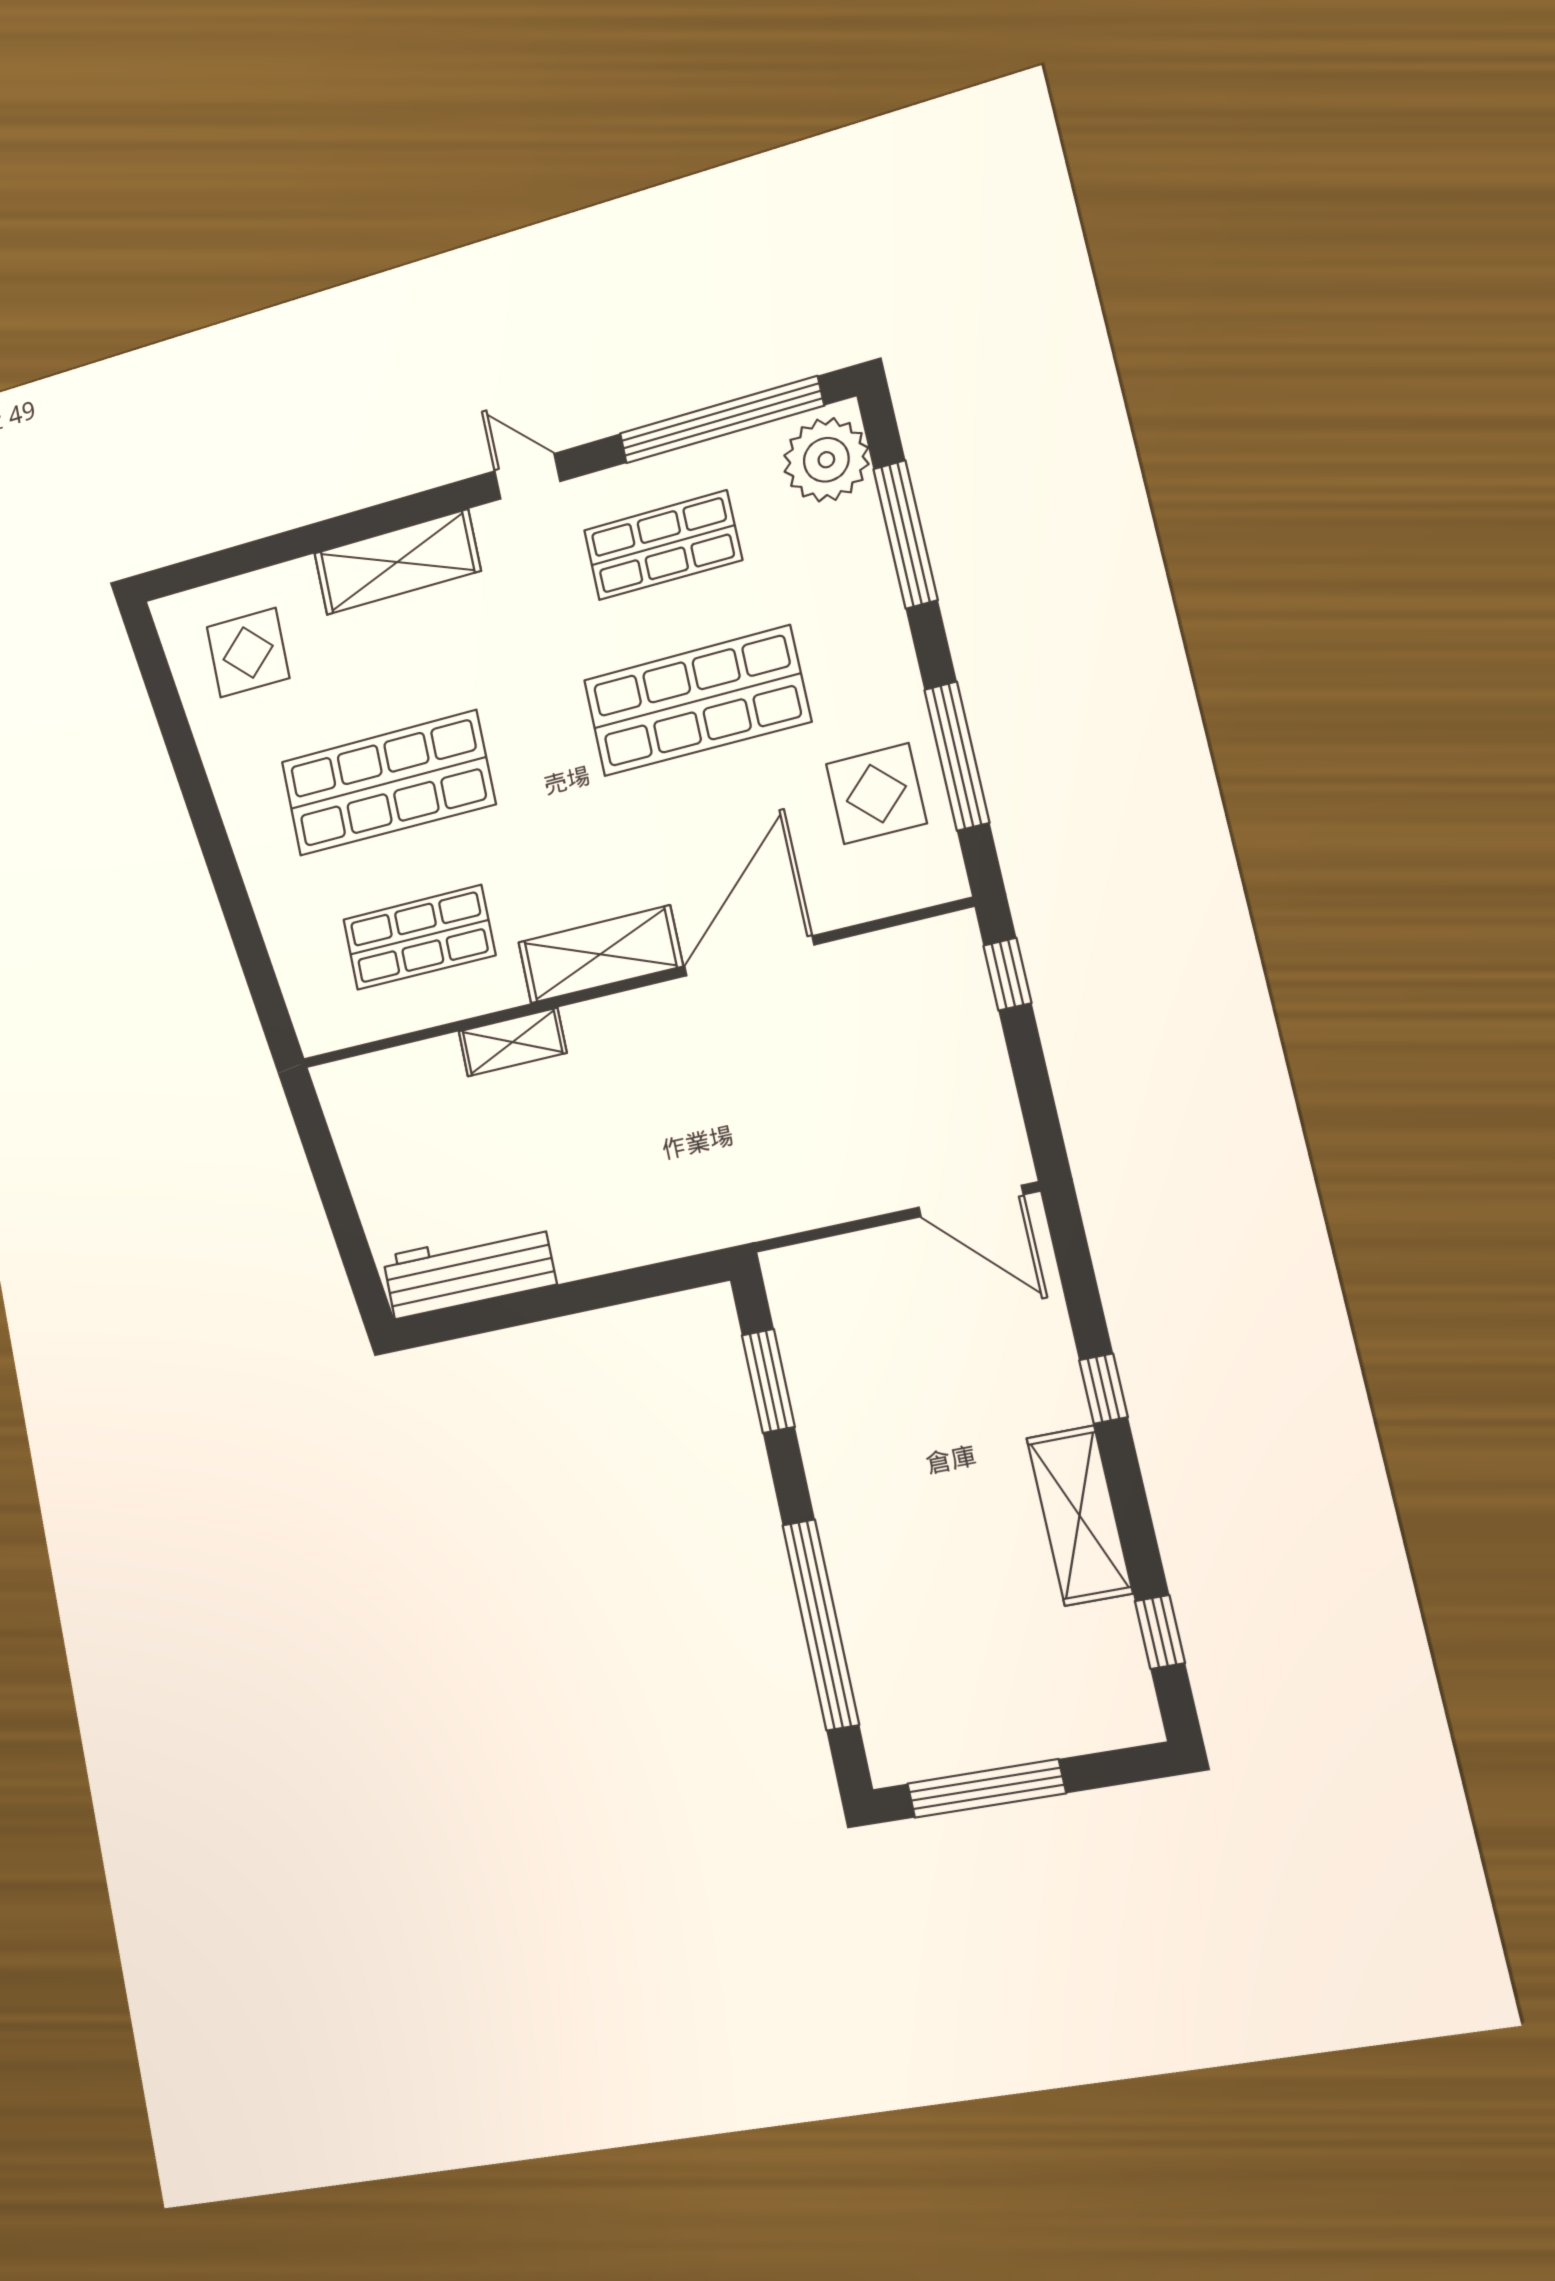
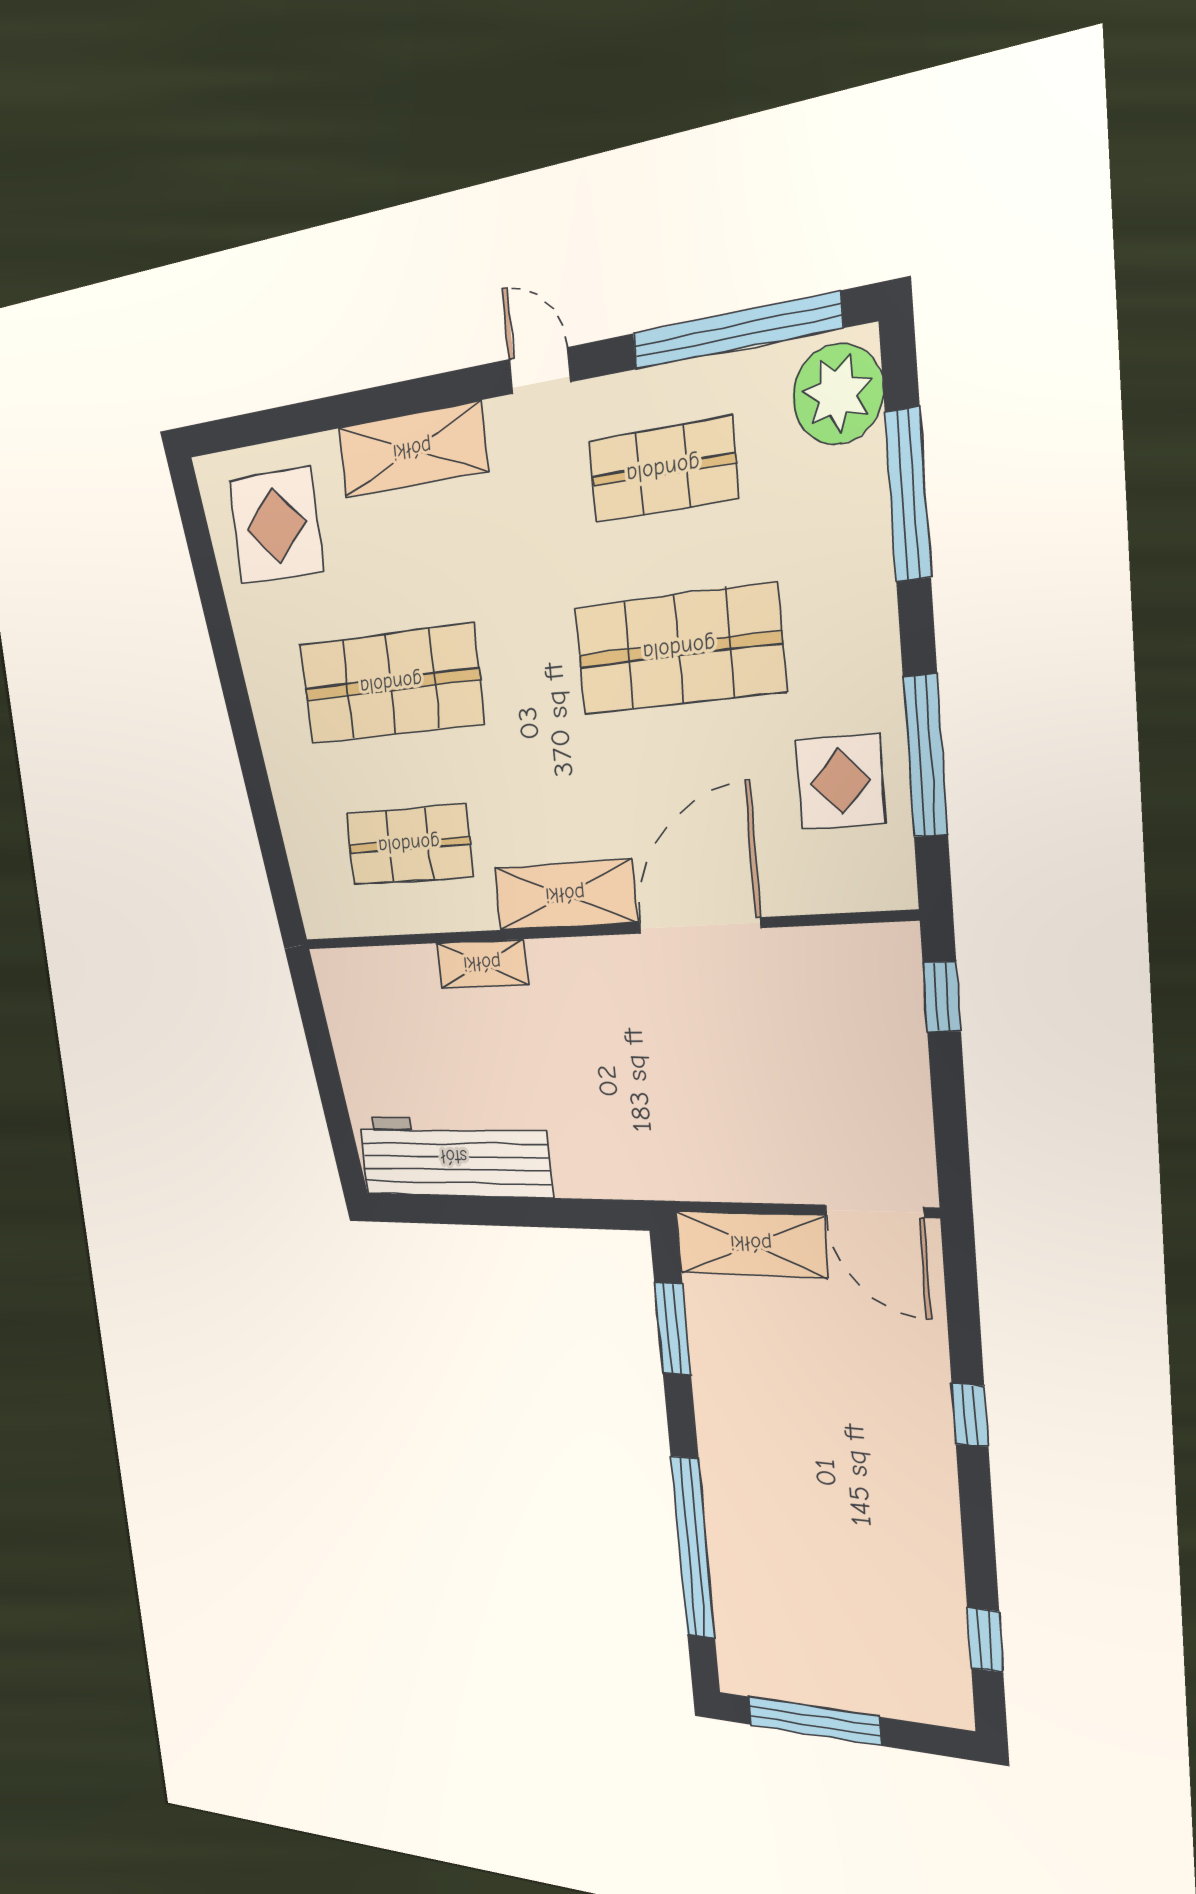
display table: (248, 653) -> (276, 526), width x1.36, depth x1.36
workbench: (469, 1271) -> (454, 1157), width x1.36, depth x1.32
shelving: (1079, 1515) -> (751, 1244), moved, turned 90

